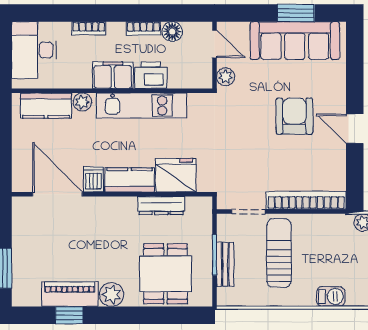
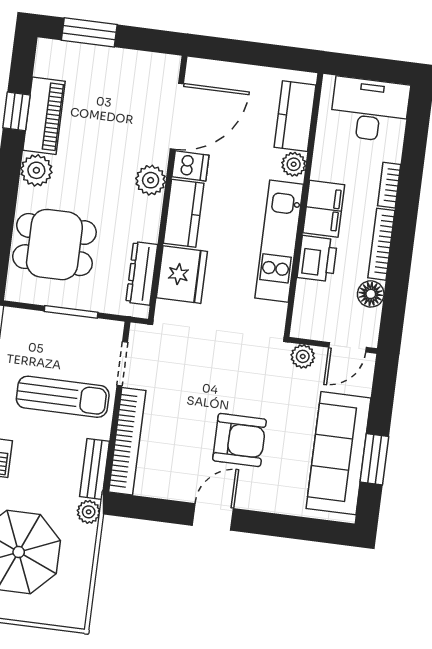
bookcase: (143, 28) -> (381, 244), width x1.56
dresser: (161, 206) -> (142, 273), moved
plant: (108, 208) -> (151, 180), added
bench: (225, 264) -> (94, 469), moved, turned 90

